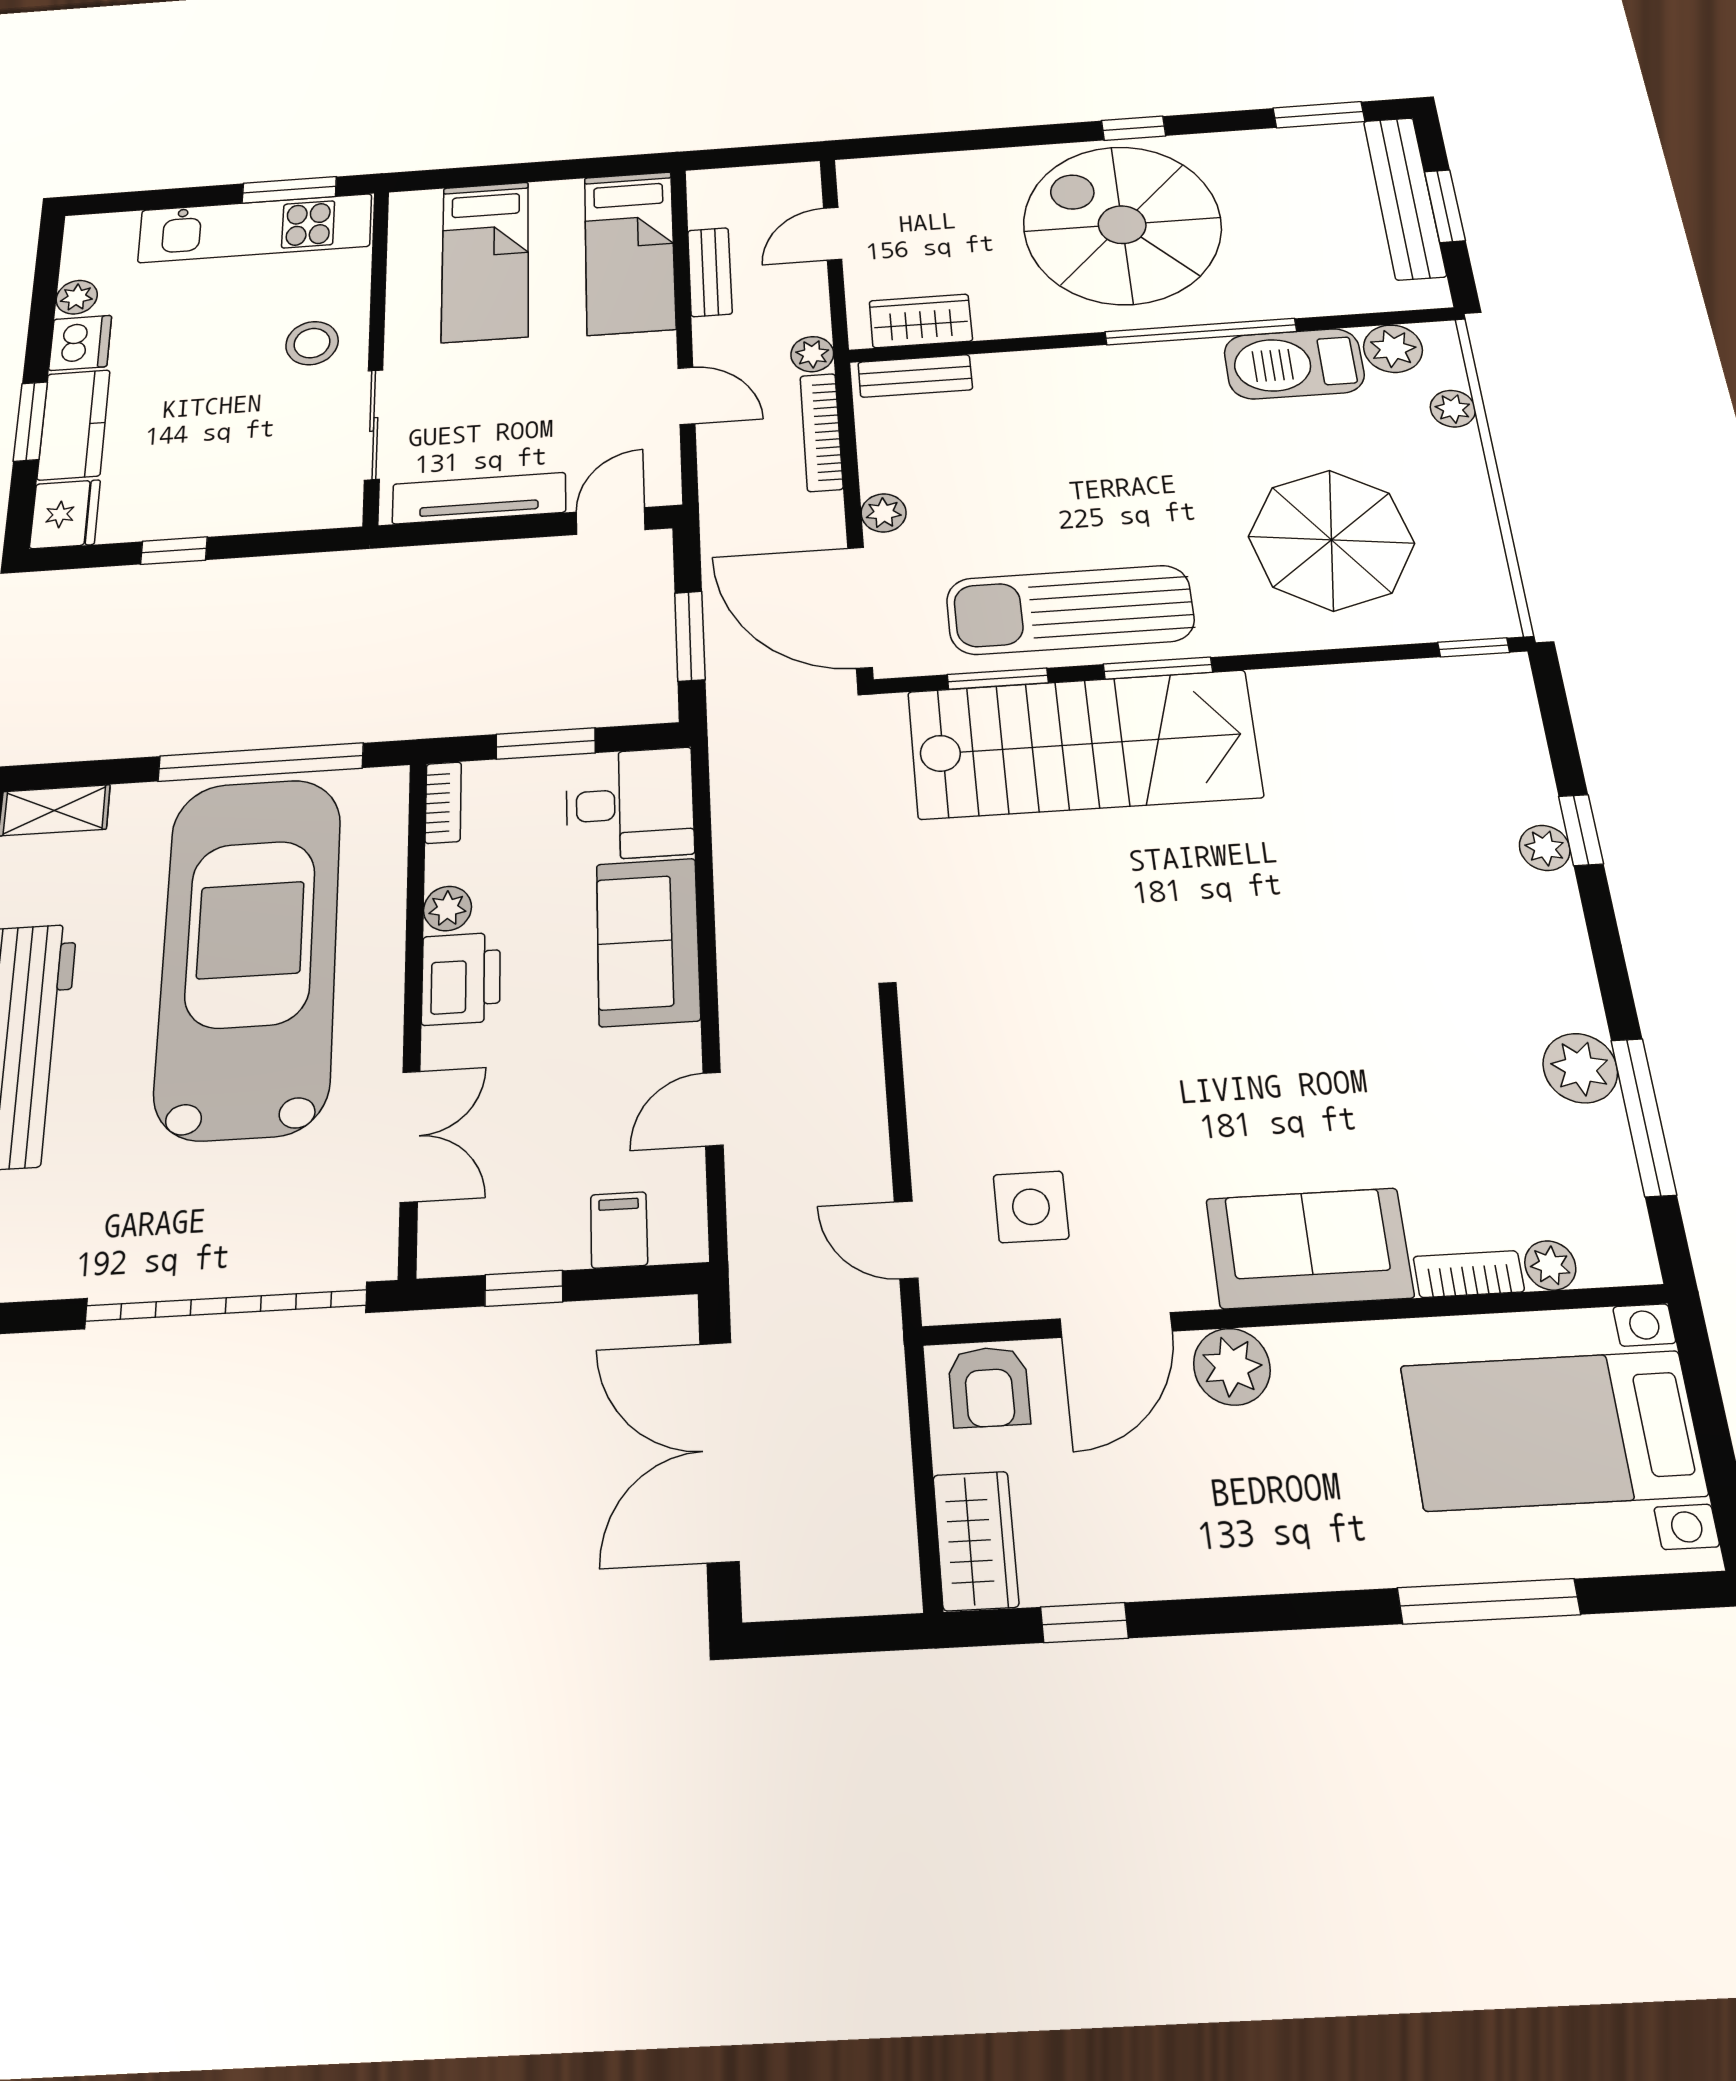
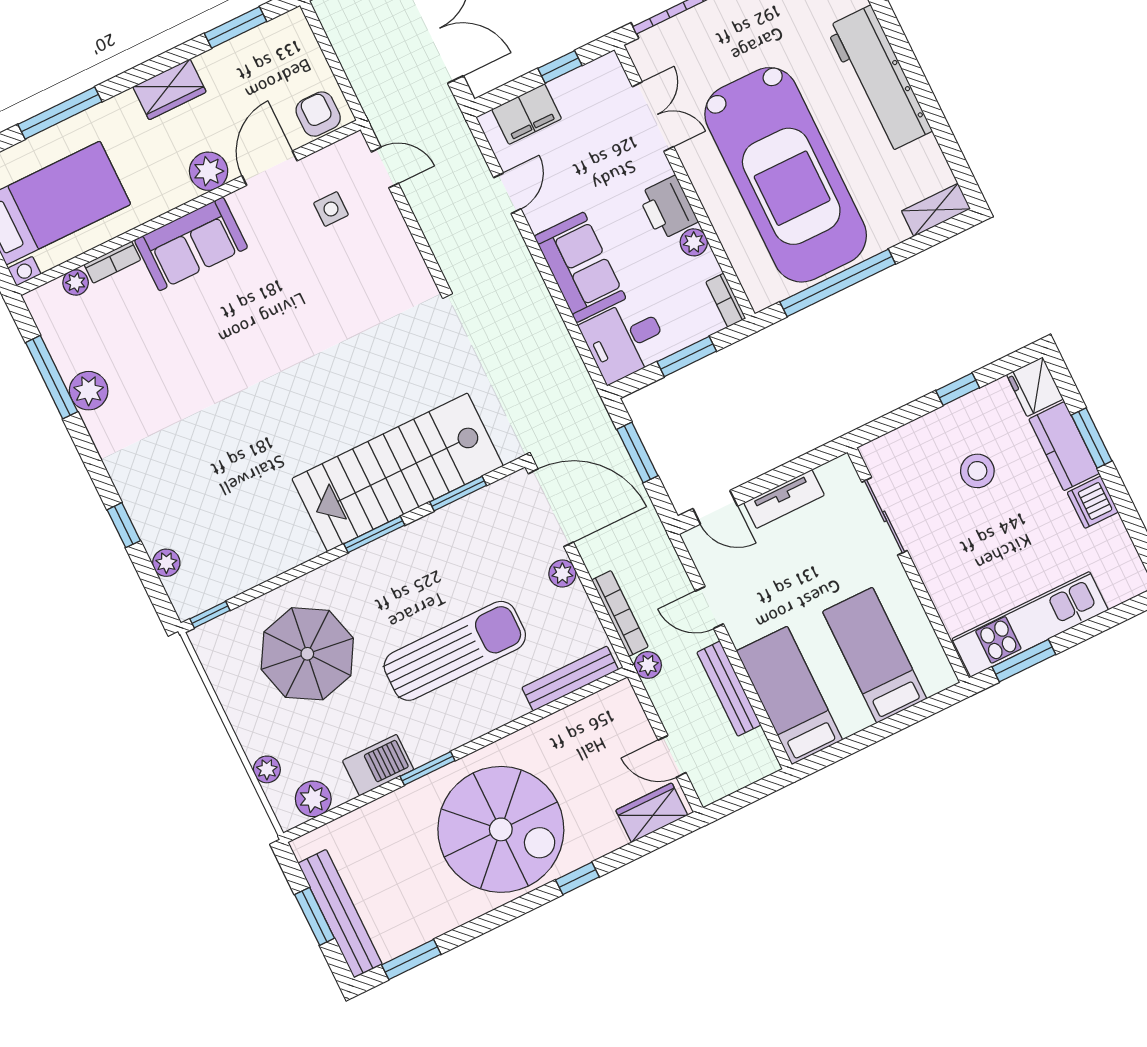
window: (1134, 128) -> (577, 878), moved
door: (833, 234) -> (672, 756), swing flipped
bench: (710, 272) -> (729, 689), width x1.36
plant: (77, 297) -> (1114, 533), removed
wardrobe: (921, 321) -> (652, 813), moved, turned 180
window: (1201, 332) -> (427, 768), width x0.47
stool: (312, 343) -> (977, 471), moved
barbecue: (1294, 364) -> (378, 765), width x0.73, depth x0.83
bench: (915, 376) -> (570, 679), width x1.36
tv unit: (479, 498) -> (784, 499), width x0.71
door: (611, 521) -> (715, 507), hinge flipped
sun lounger: (1070, 610) -> (455, 651), moved
plant: (1545, 848) -> (166, 563), moved
double door: (410, 1136) -> (653, 117), swing flipped
side table: (1031, 1207) -> (331, 209), width x0.73, depth x0.73
filing cabinet: (619, 1230) -> (527, 114), width x2.00
wardrobe: (976, 1541) -> (170, 89), moved, turned -90
window: (1084, 1623) -> (235, 27), width x1.50

